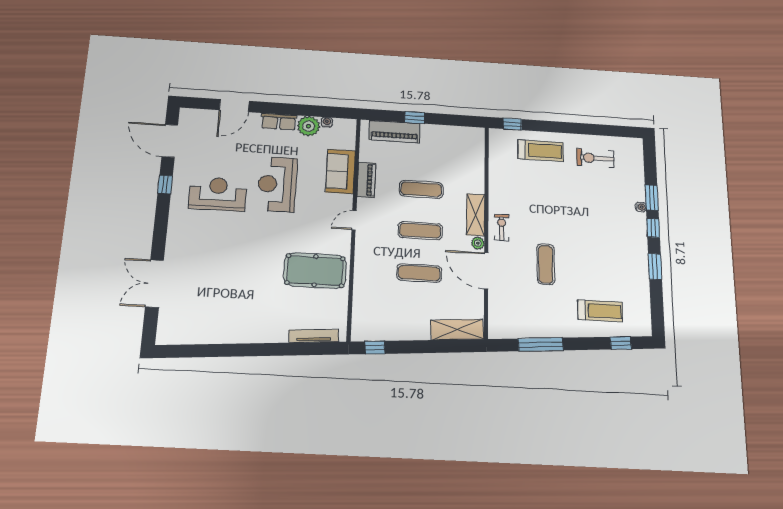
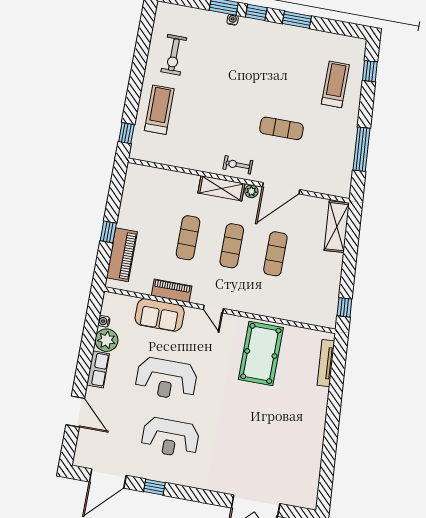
reception desk: (218, 194) -> (170, 438), turned -90

